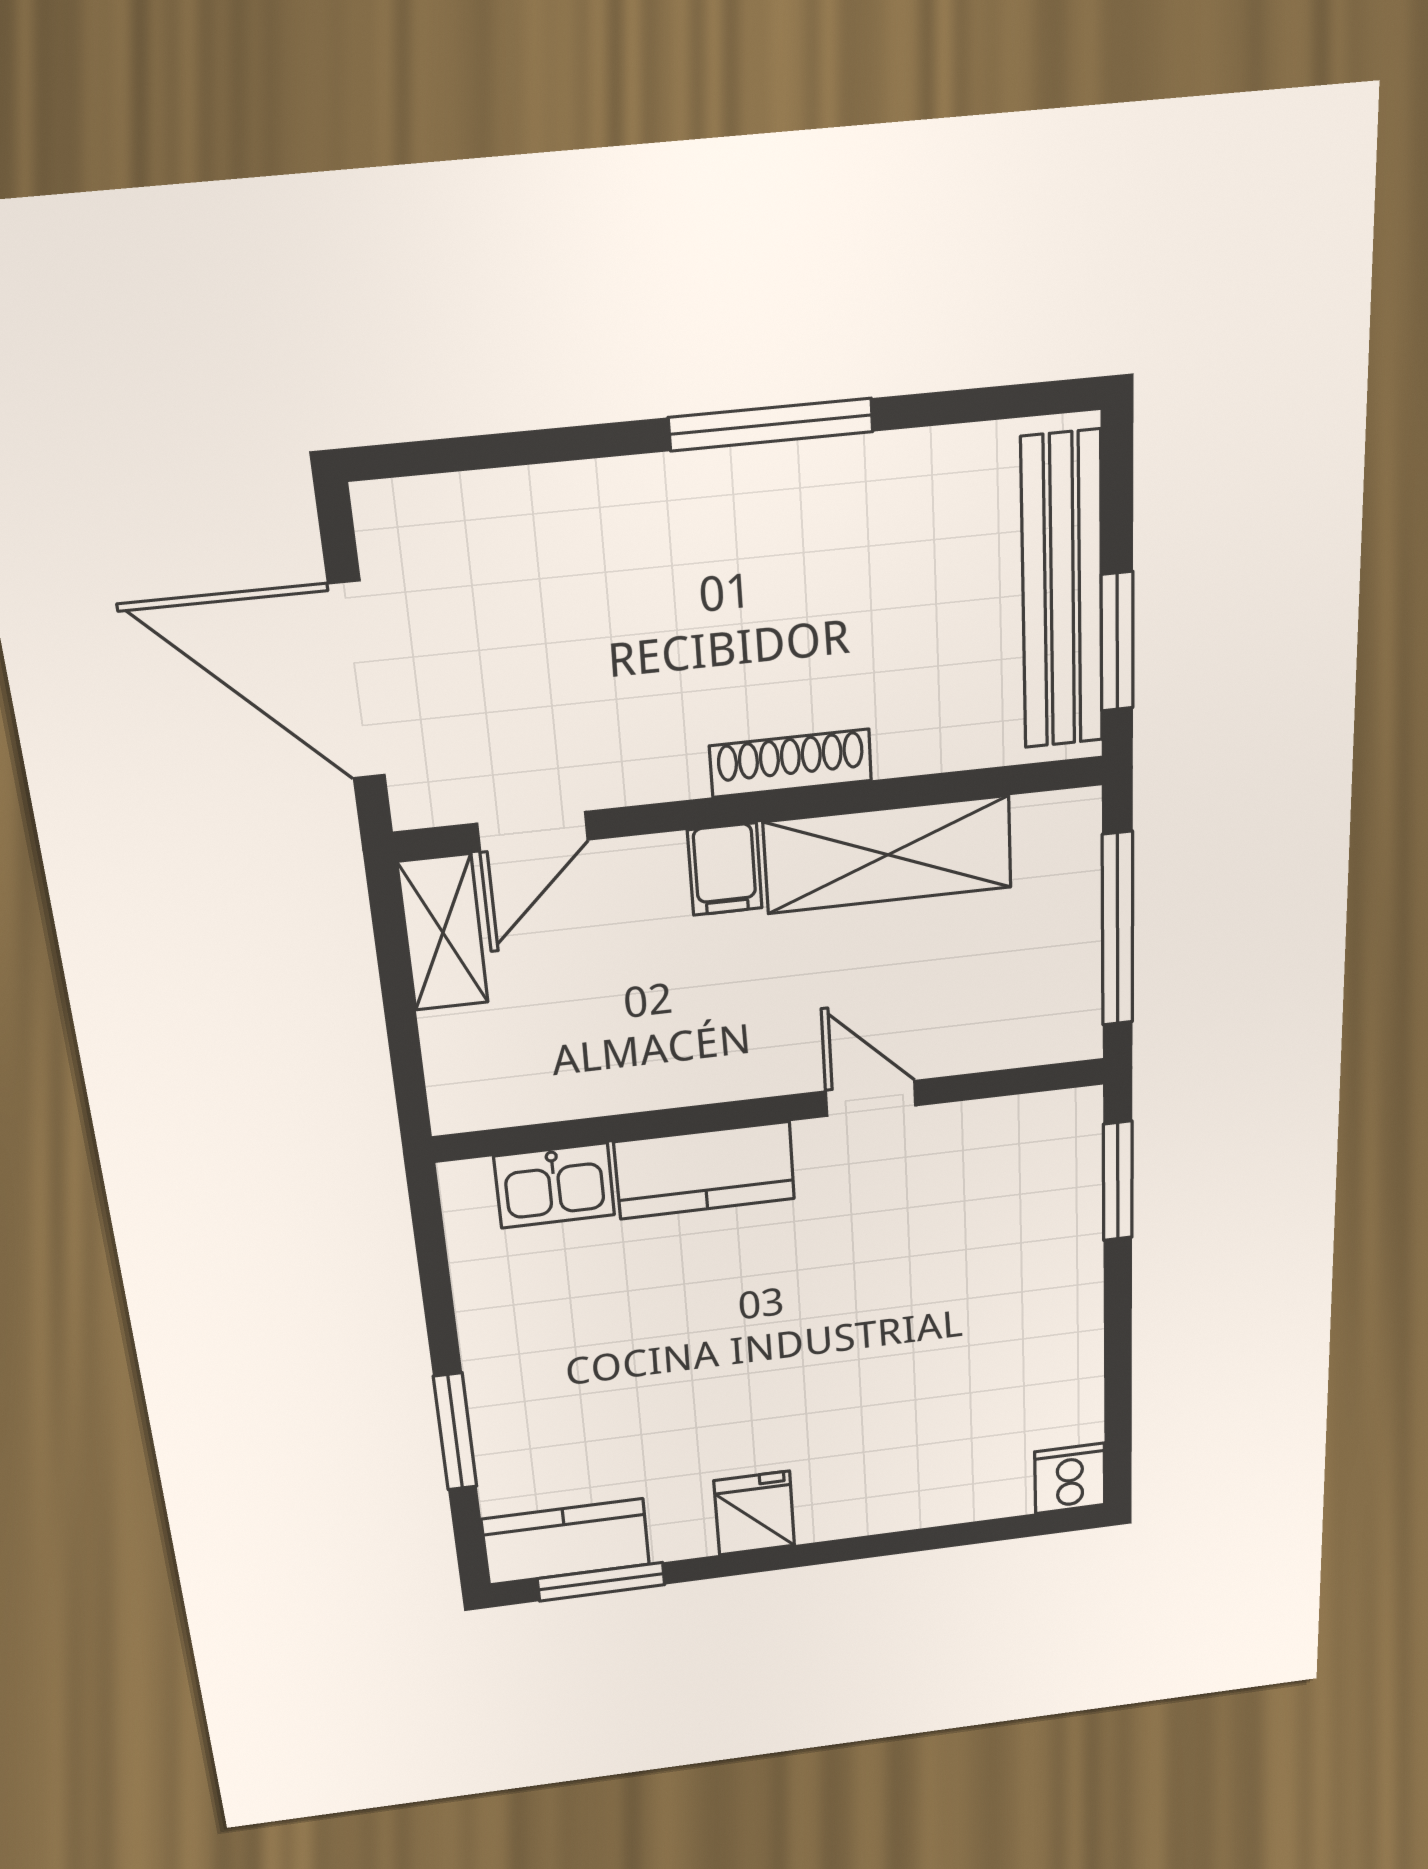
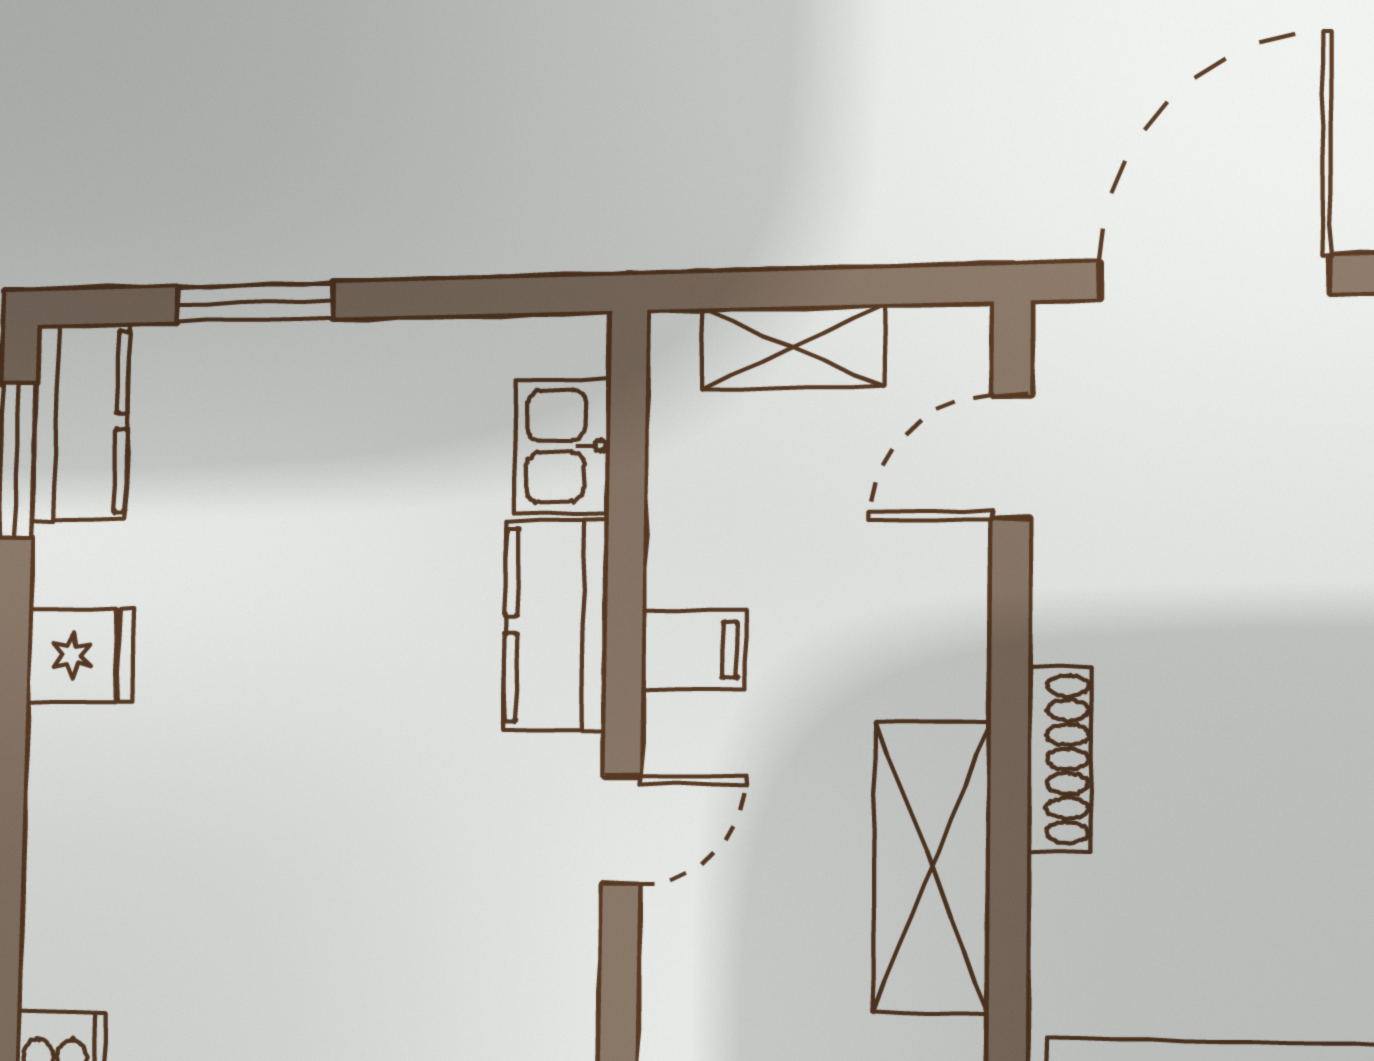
door: (533, 832) -> (1011, 457), hinge flipped
filing cabinet: (725, 869) -> (693, 650), moved, turned 180
shelving: (443, 933) -> (793, 348), moved

